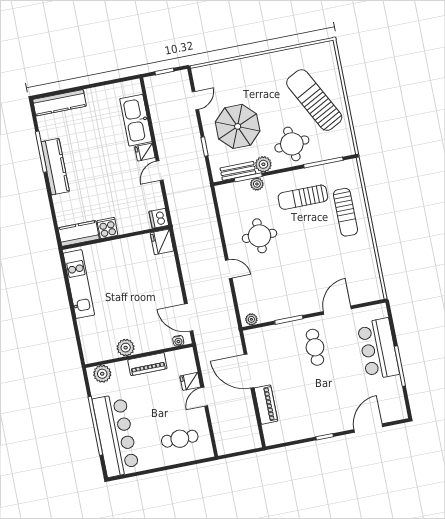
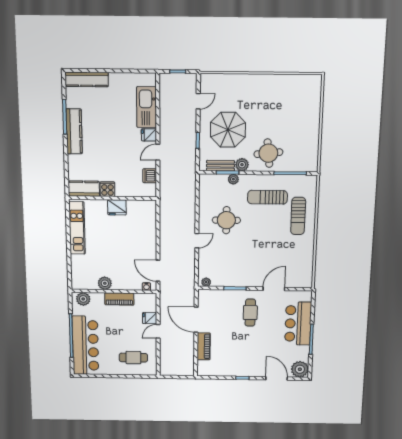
sun lounger: (314, 100) -> (295, 121), removed
dishwasher: (159, 218) -> (150, 176), moved
fridge: (162, 242) -> (117, 207), moved, turned -90
door: (229, 269) -> (197, 241), hinge flipped
plant: (395, 409) -> (300, 369), added
door: (368, 428) -> (277, 378), hinge flipped

